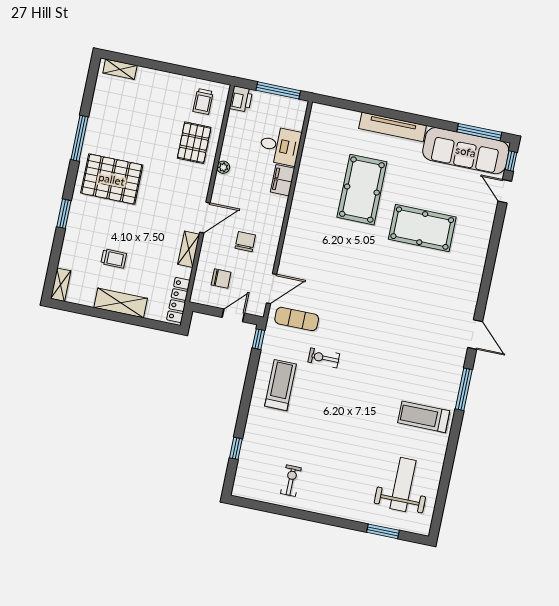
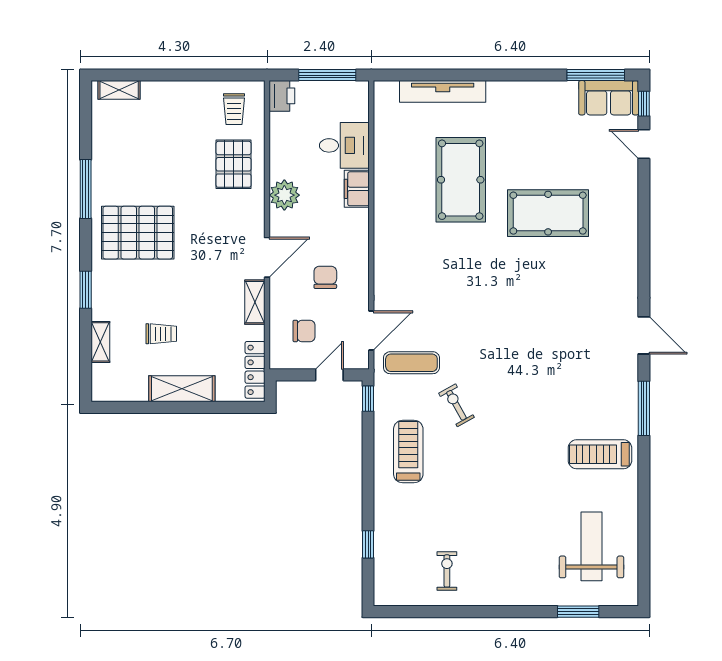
tv unit: (393, 127) -> (443, 91), moved
sofa: (466, 151) -> (609, 98), width x0.54, depth x0.79
plant: (223, 167) -> (284, 195), width x1.88, depth x1.88
shelving: (61, 285) -> (100, 342), moved
exercise bike: (324, 358) -> (456, 405), turned 61

